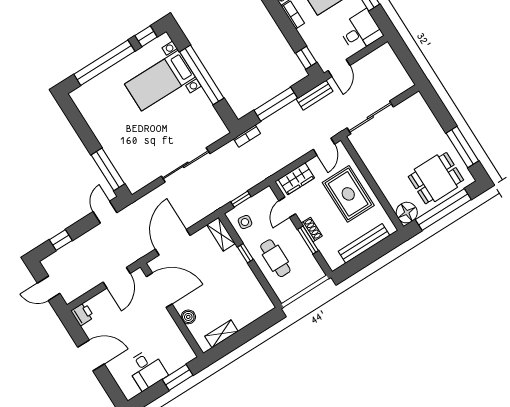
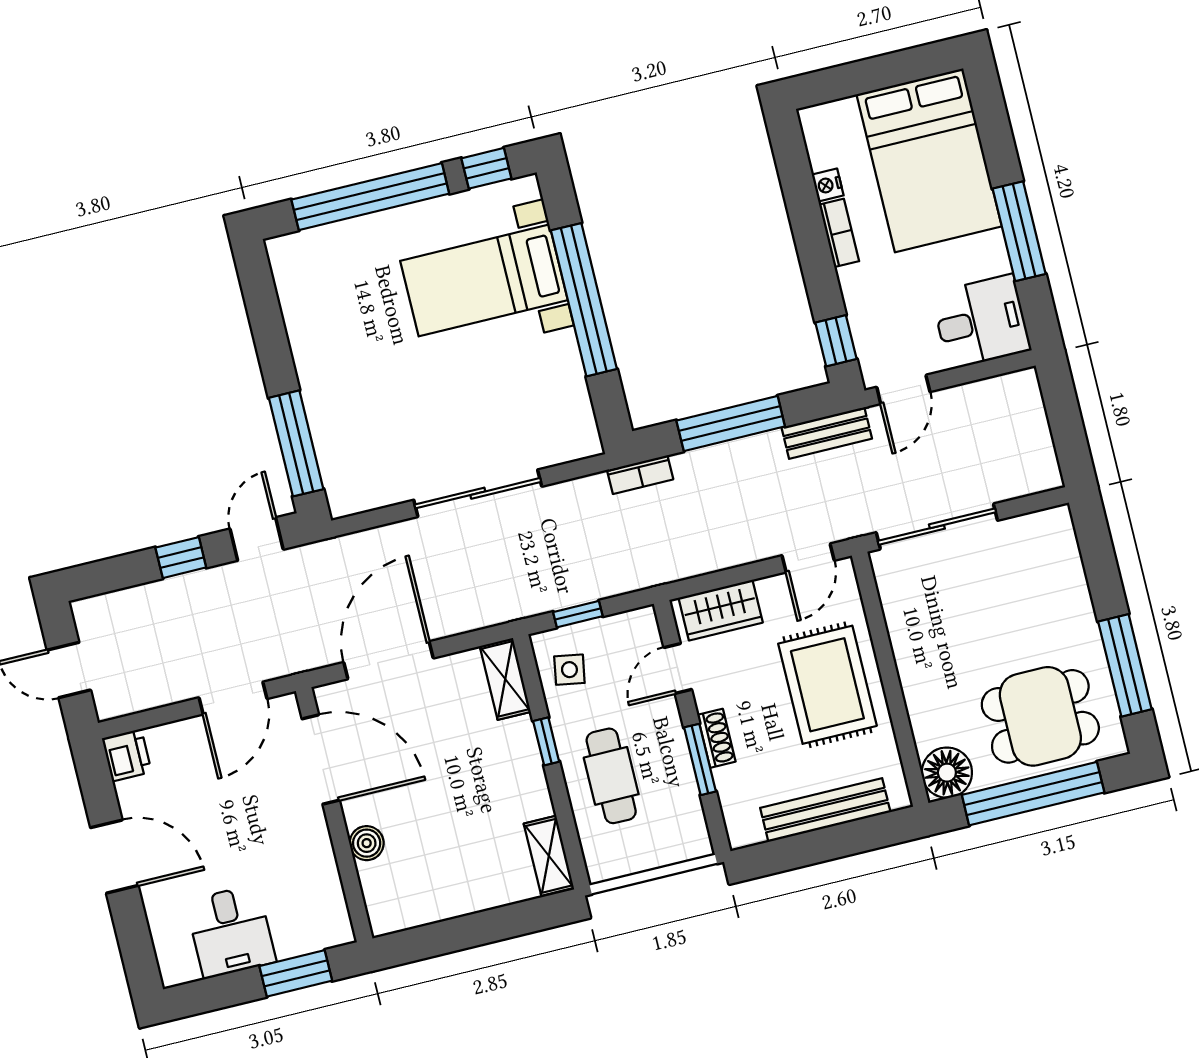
window: (61, 240) -> (181, 558), moved
shelving: (221, 334) -> (549, 856), moved, turned 90

